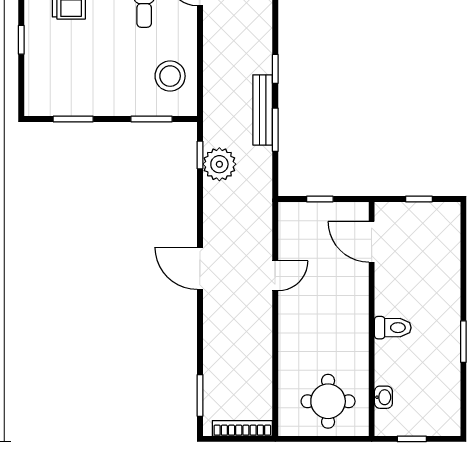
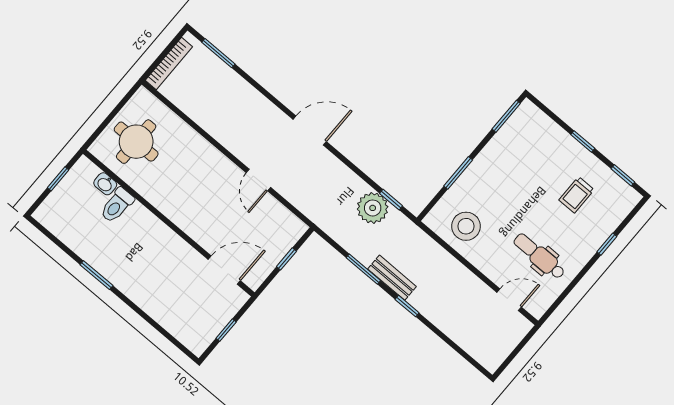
bench: (263, 110) -> (392, 278), width x0.73
window: (73, 119) -> (506, 116), moved
window: (152, 119) -> (458, 173), moved
toilet: (393, 328) -> (117, 205), moved

